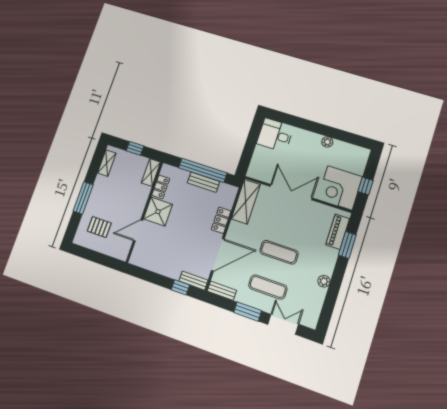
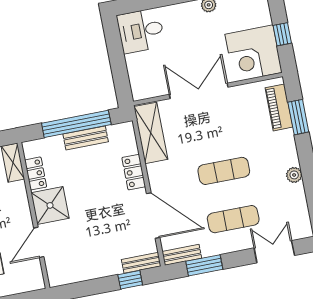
door: (218, 255) -> (153, 216), hinge flipped
window: (248, 312) -> (204, 265), moved

